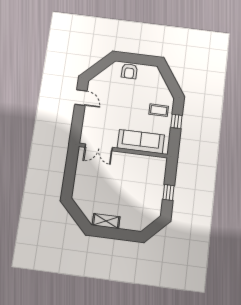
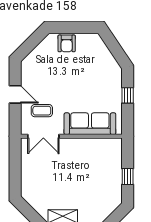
door: (81, 98) -> (15, 94), moved
coffee table: (159, 110) -> (42, 111), moved

